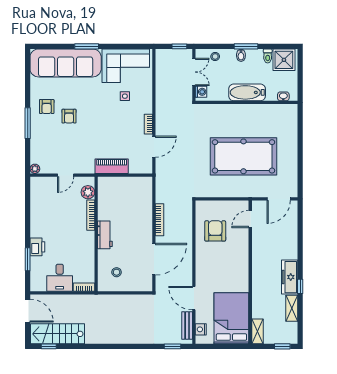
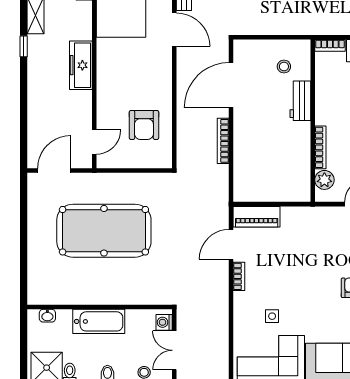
piano: (112, 166) -> (257, 217), moved
workbench: (105, 235) -> (300, 101), moved
freezer: (290, 277) -> (81, 65), moved, turned 180

